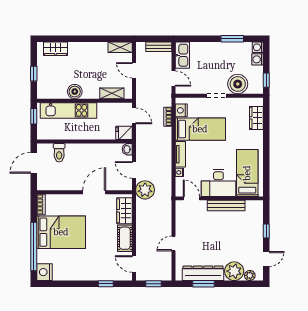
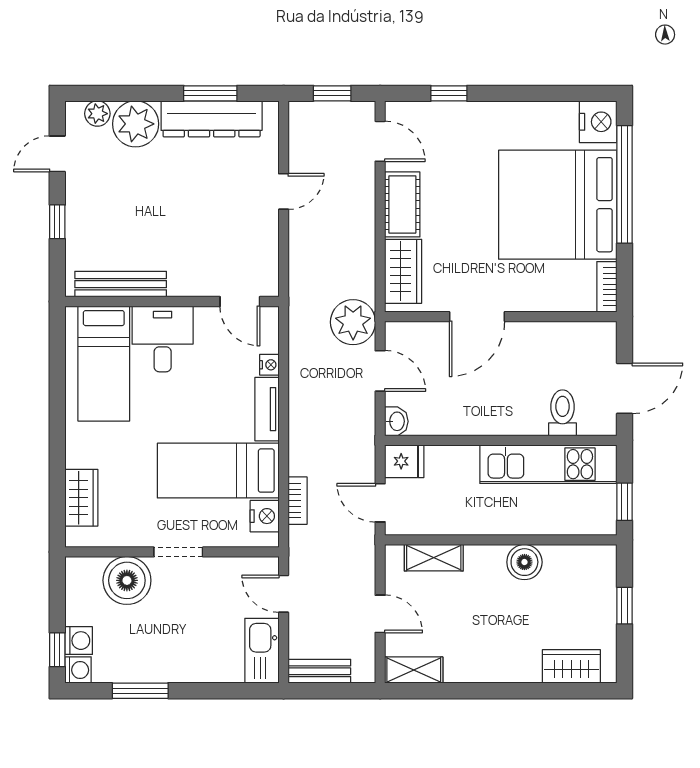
window: (266, 80) -> (57, 650), moved
kitchen unit: (69, 110) -> (548, 464), moved, turned 180
desk: (218, 183) -> (163, 339), width x0.73
bench: (226, 205) -> (121, 284), moved
bed: (61, 232) -> (558, 205), width x1.36

